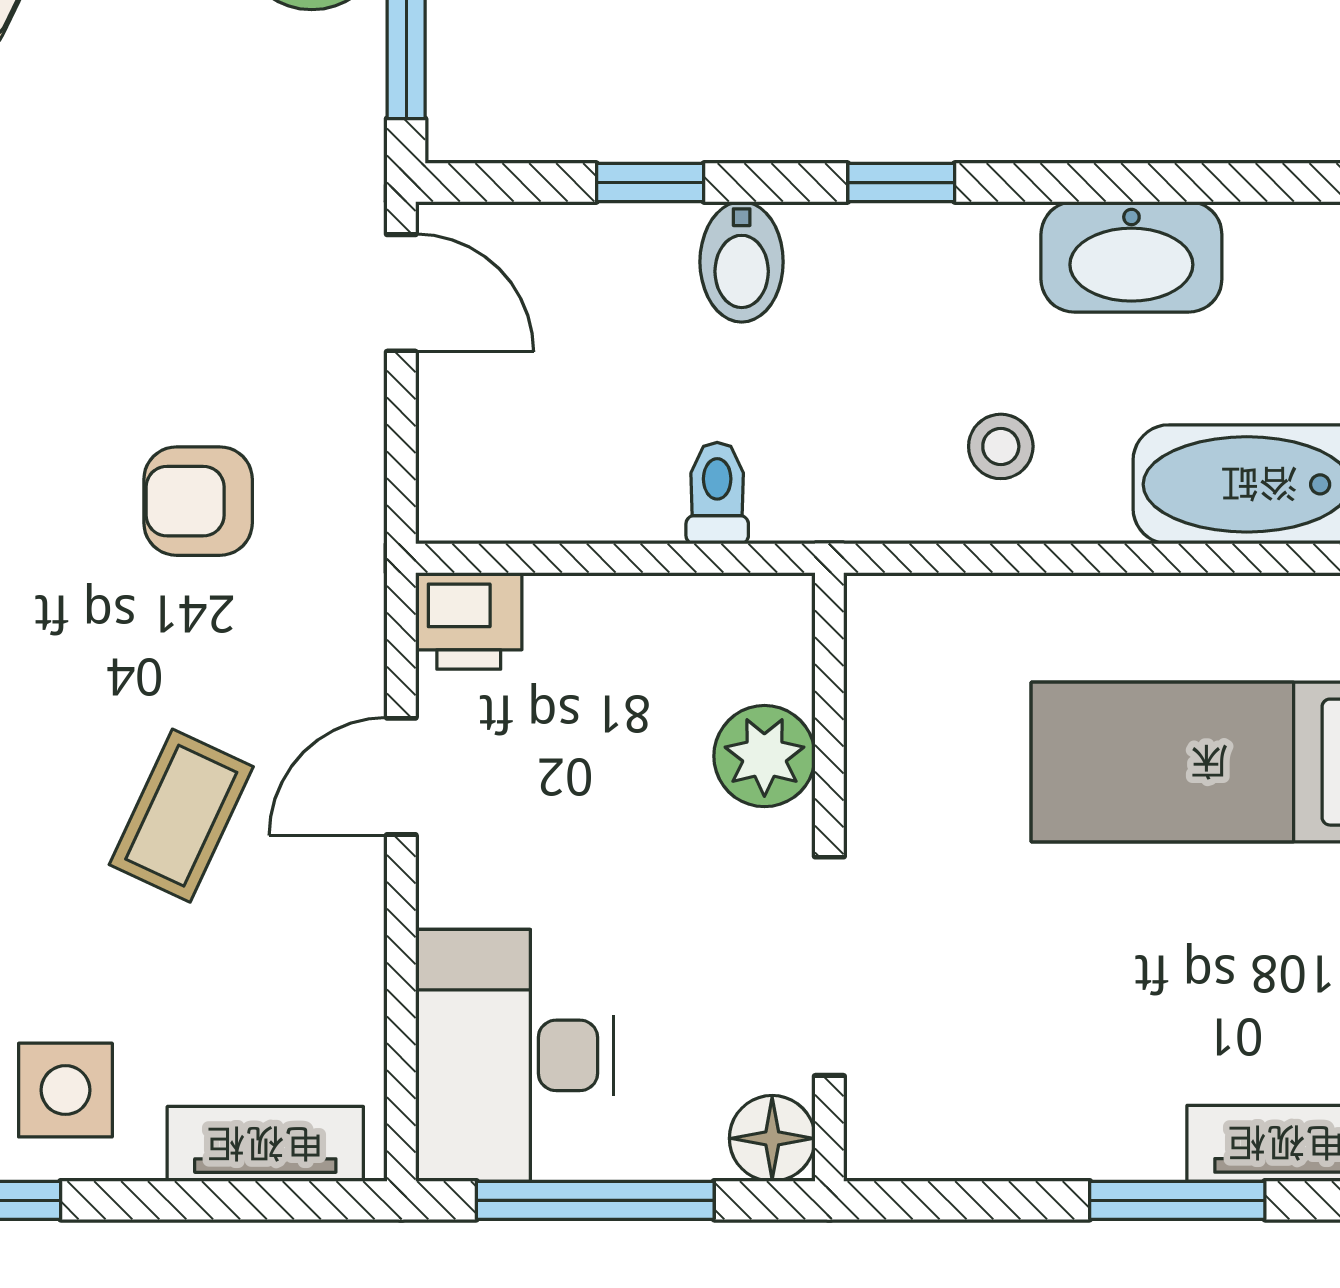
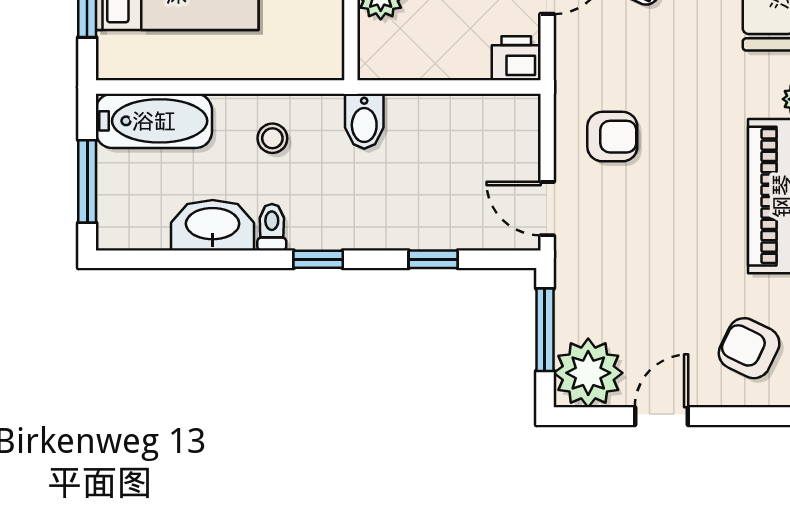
bidet: (742, 262) -> (364, 121), moved, turned 180
toilet: (717, 493) -> (272, 227), moved, turned 180
armchair: (198, 501) -> (612, 137), moved

